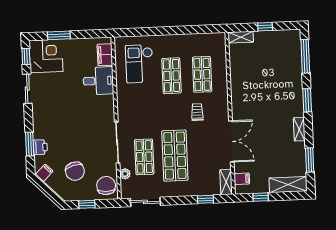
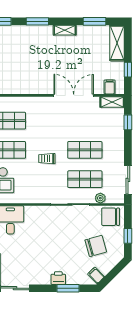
trolley: (197, 112) -> (47, 159), moved
printer: (40, 147) -> (58, 278), moved
shop shelf: (175, 156) -> (85, 150), width x0.70, depth x0.74

